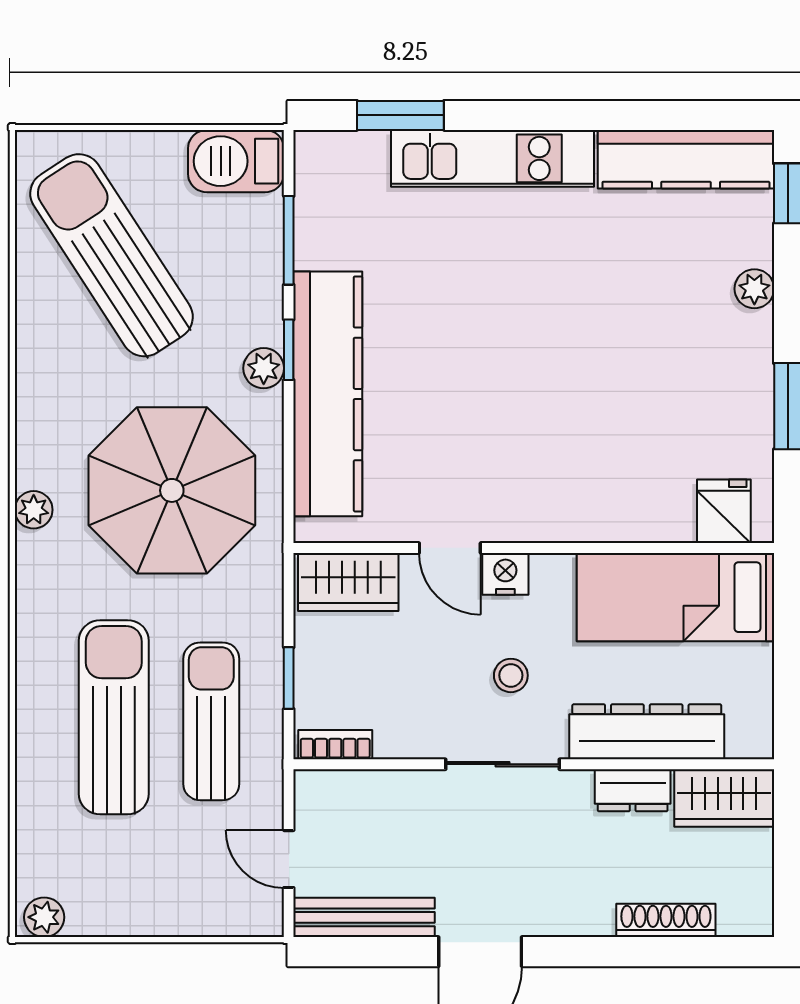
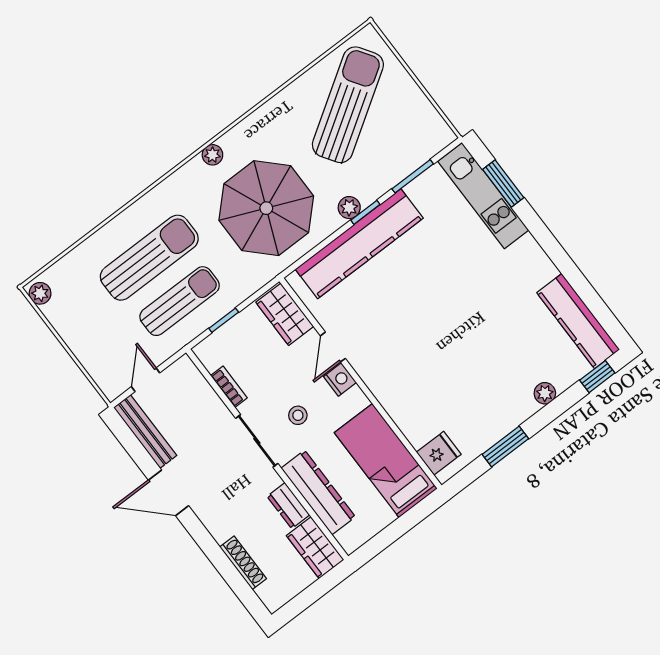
kitchen unit: (493, 158) -> (483, 196), moved
barbecue: (236, 161) -> (429, 128), removed
bookcase: (335, 745) -> (229, 387), moved

